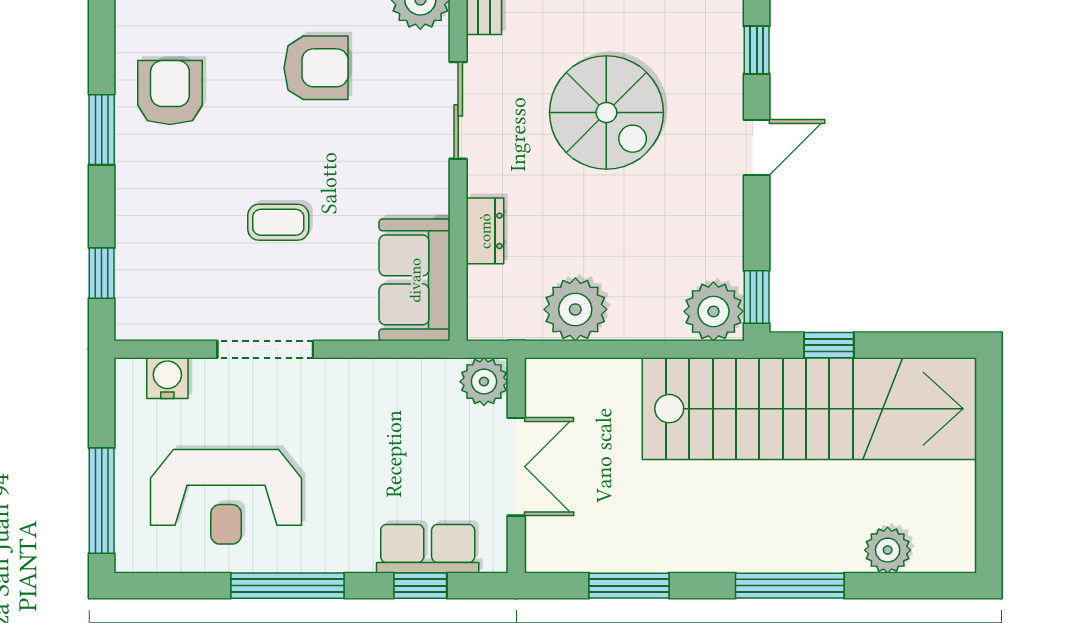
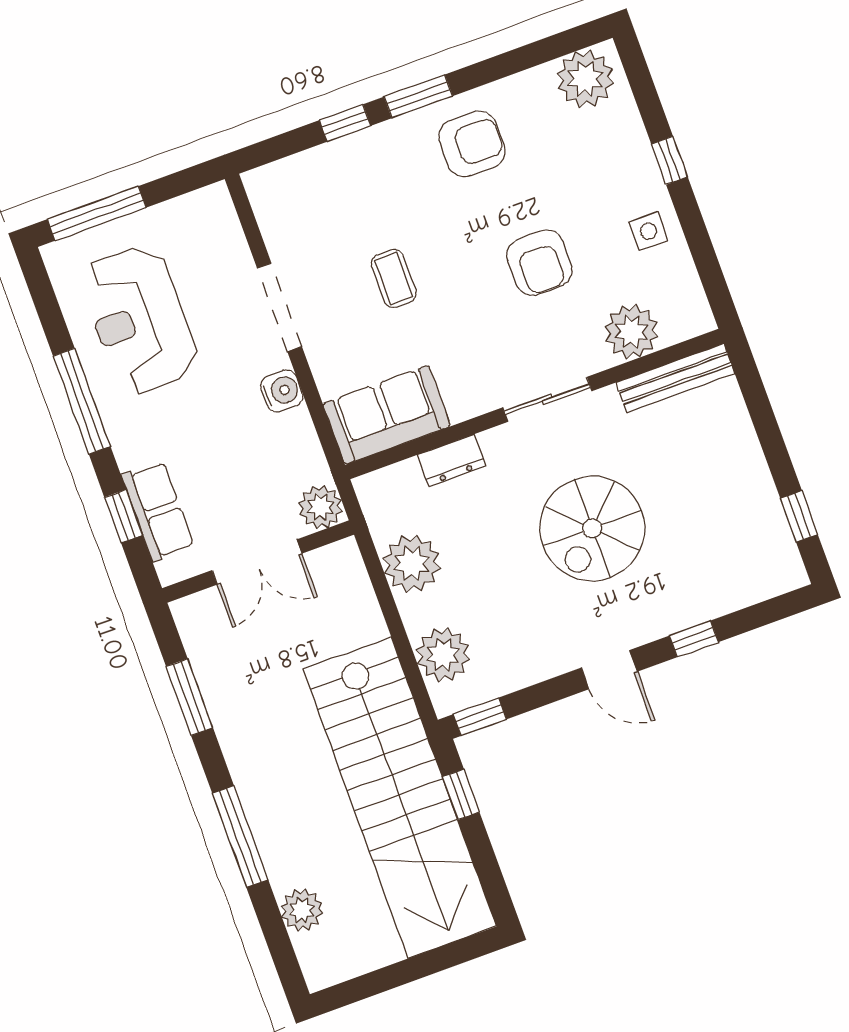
window: (102, 273) -> (345, 123), moved
plant: (713, 311) -> (443, 655), moved
water cooler: (167, 378) -> (282, 391), moved

